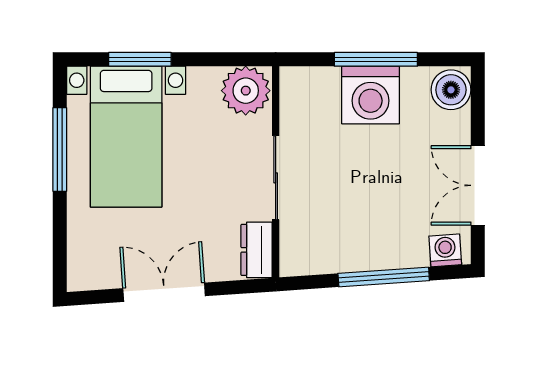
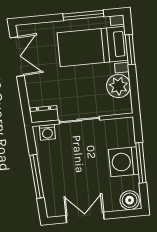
plant: (246, 91) -> (118, 86), moved
washing machine: (445, 250) -> (47, 132), moved, turned 94
double door: (164, 292) -> (17, 57), moved

